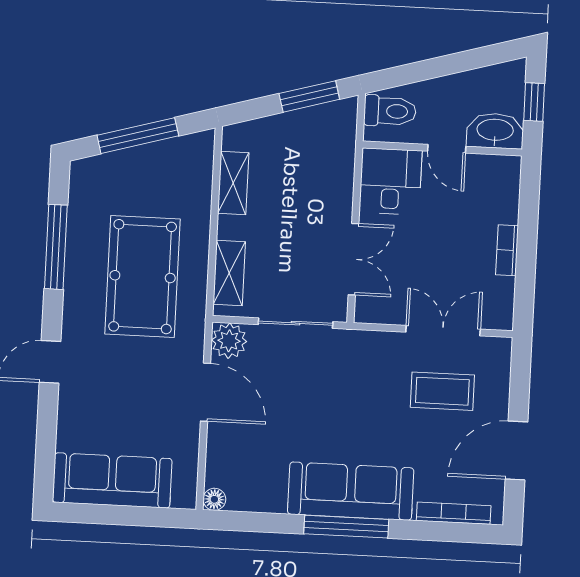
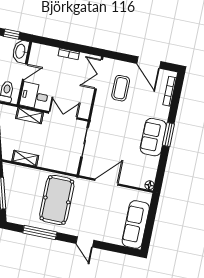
shelving: (229, 273) -> (30, 116), moved
pool table: (143, 277) -> (57, 200), turned 90
double door: (443, 331) -> (99, 74), moved
plant: (229, 341) -> (88, 170), removed
sofa: (351, 491) -> (153, 137), width x0.73
window: (346, 527) -> (168, 135), width x0.69

